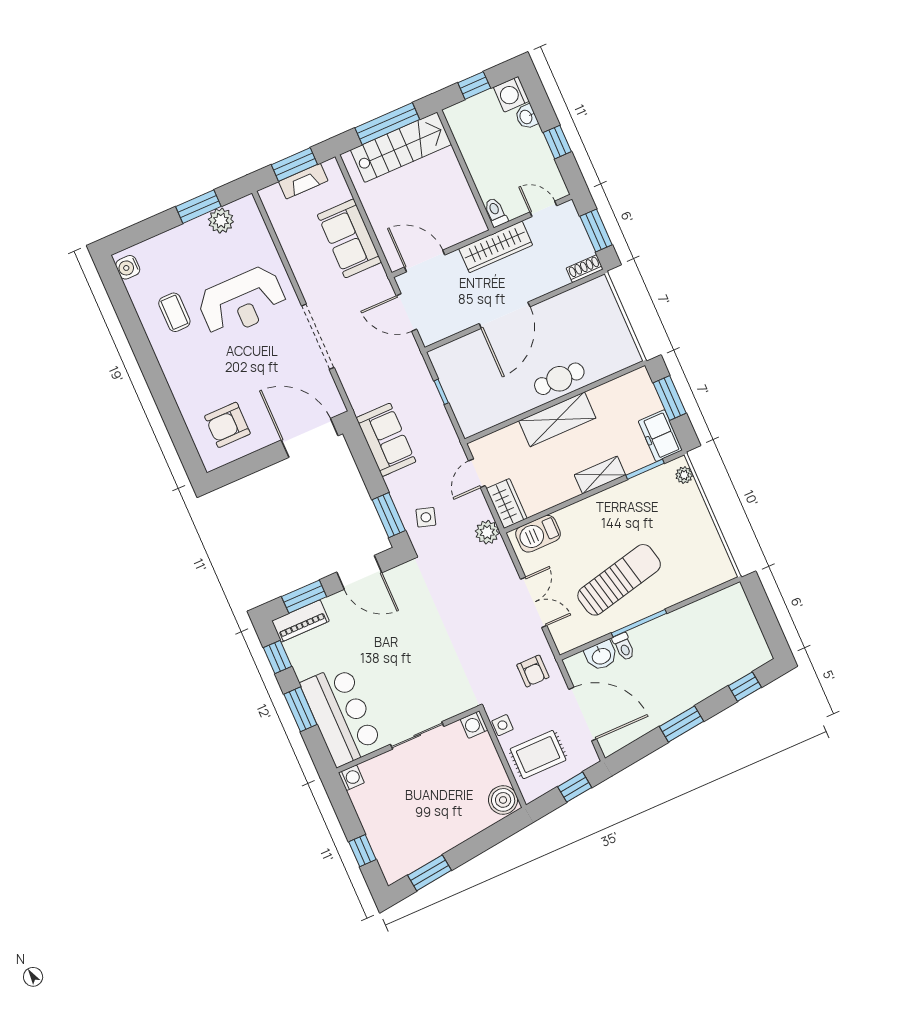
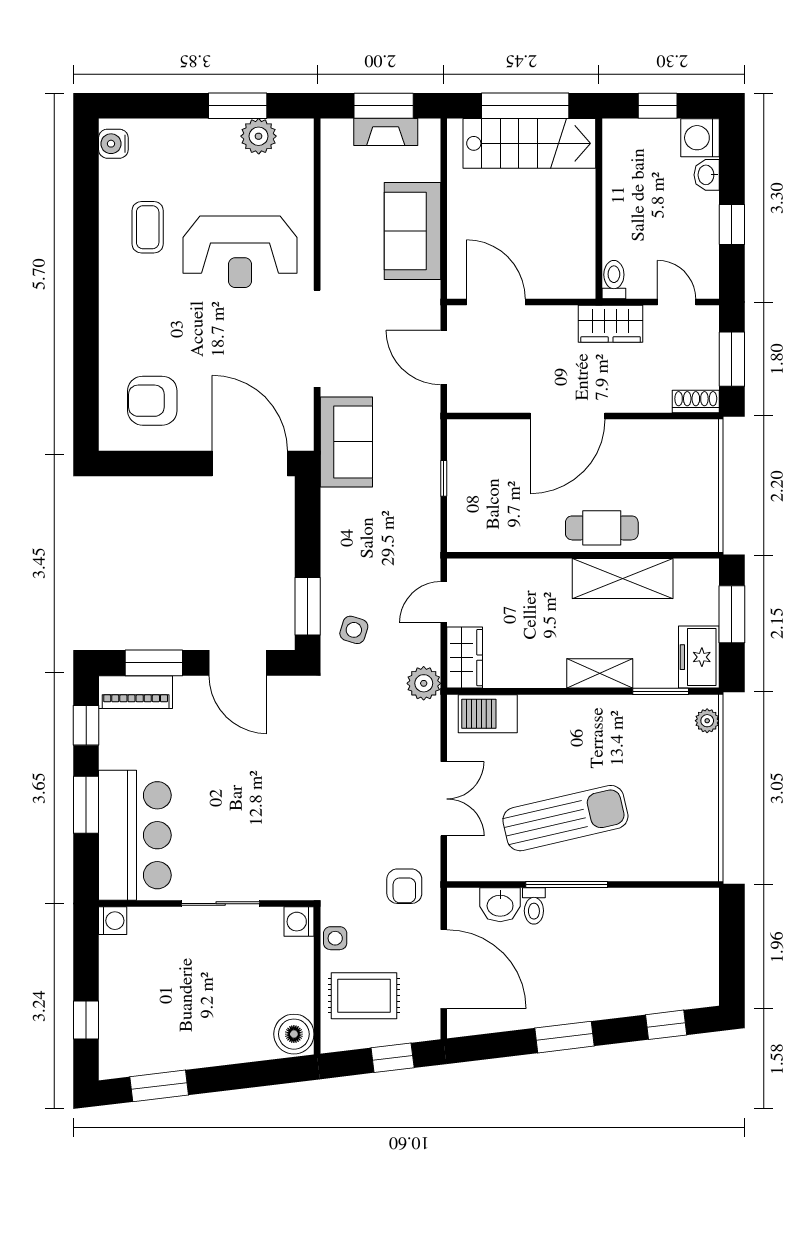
wardrobe: (496, 247) -> (611, 324), width x0.67
shelving: (557, 419) -> (623, 579), moved
sofa: (386, 440) -> (346, 442), moved

